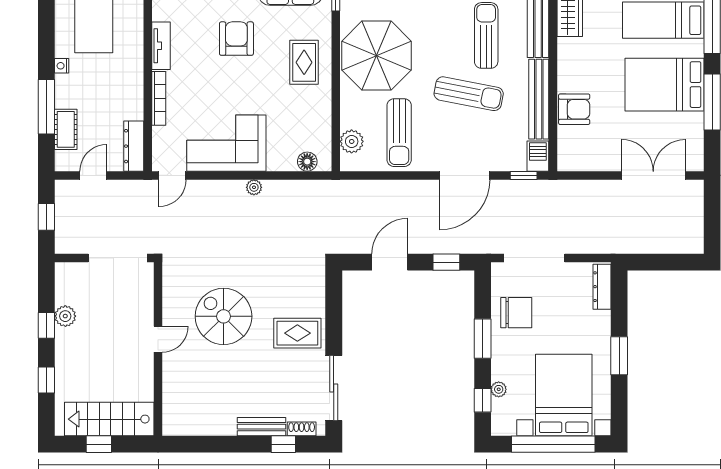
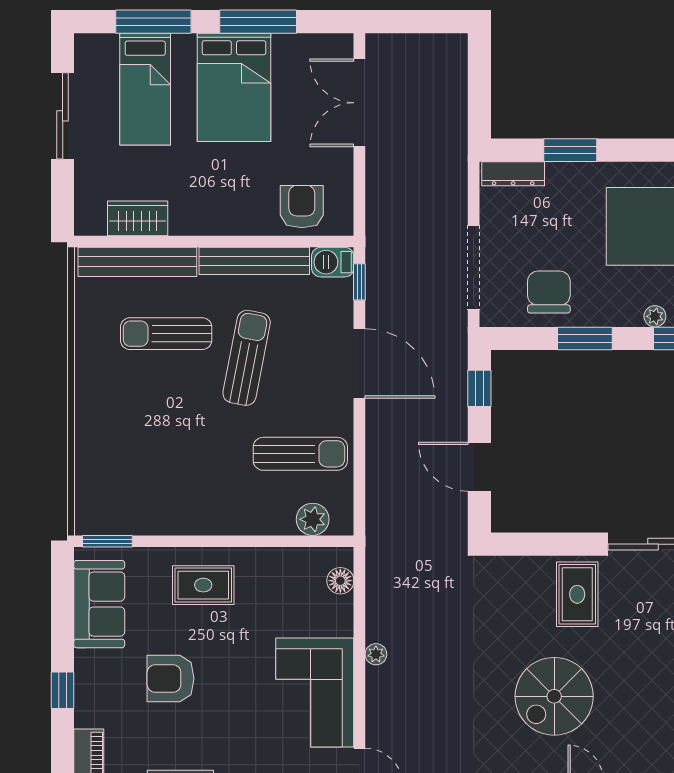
parasol: (376, 56) -> (194, 485), removed
armchair: (574, 109) -> (302, 207), moved
window: (619, 356) -> (570, 150), moved

